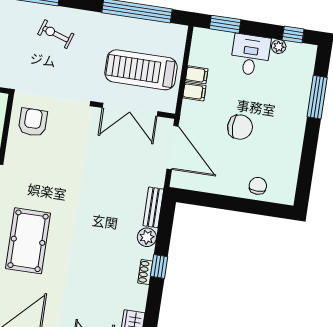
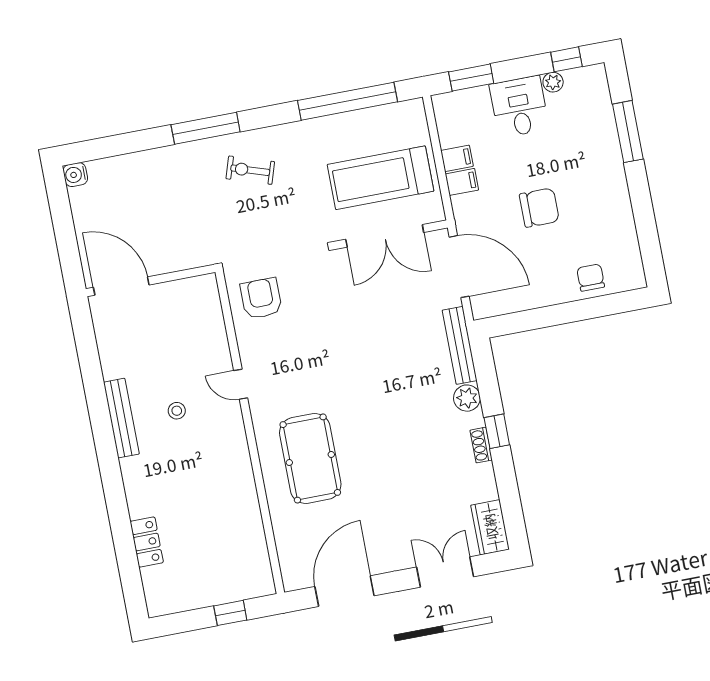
bench: (153, 207) -> (460, 345), width x1.36

